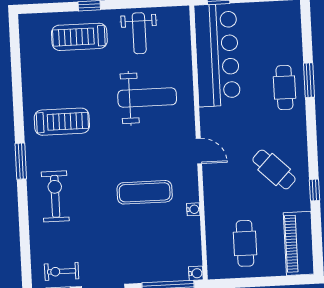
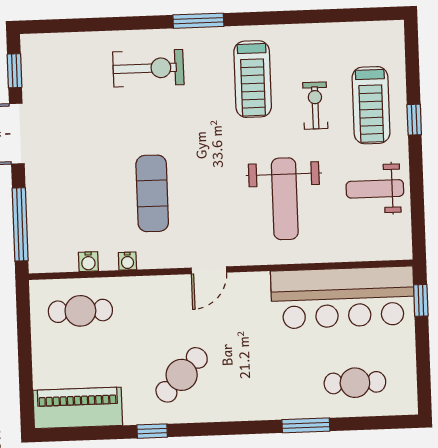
treadmill: (79, 37) -> (371, 105), turned 180
cafe table: (284, 88) -> (355, 383), moved
cafe table: (245, 243) -> (80, 311), moved
exercise bike: (62, 271) -> (315, 106), moved
water cooler: (196, 273) -> (88, 262), moved

